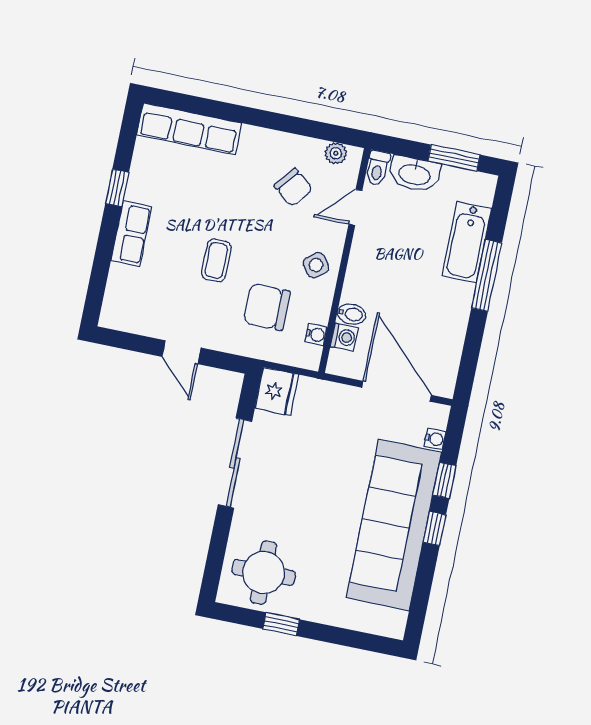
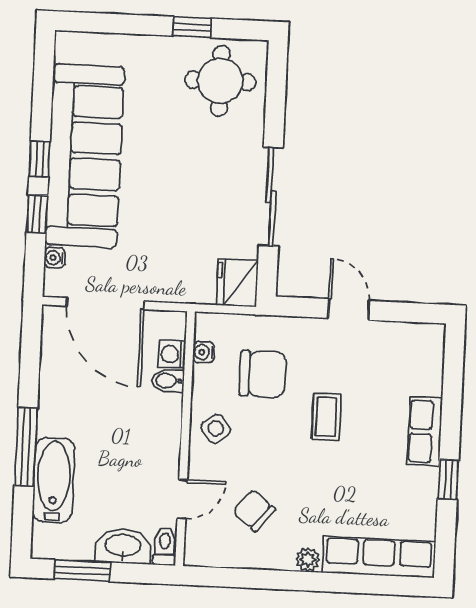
plant: (336, 153) -> (308, 560), moved

